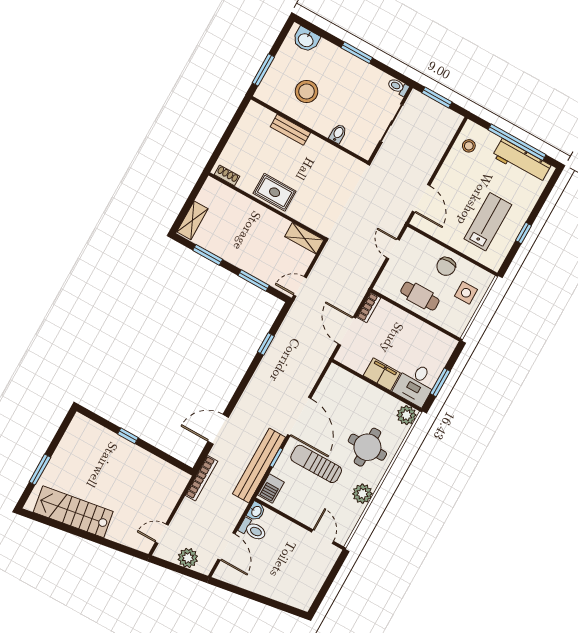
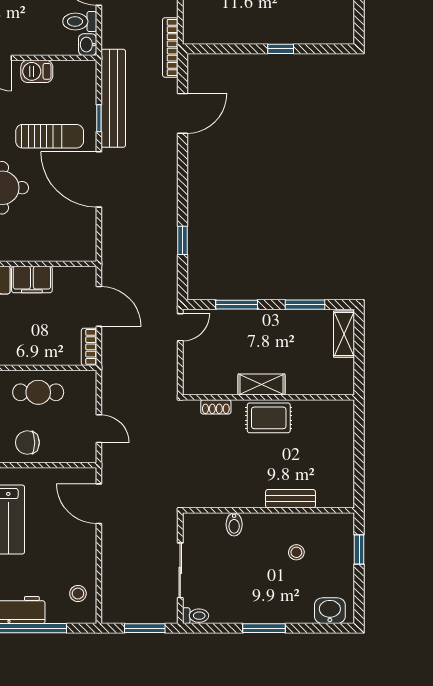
window: (263, 70) -> (359, 550), width x0.67
stool: (307, 91) -> (296, 552), width x0.53, depth x0.53
shoe rack: (227, 175) -> (216, 407), moved
shelving: (304, 238) -> (261, 385), moved
chair: (446, 266) -> (27, 443), turned -90
barbecue: (271, 489) -> (37, 71), moved, turned -90

